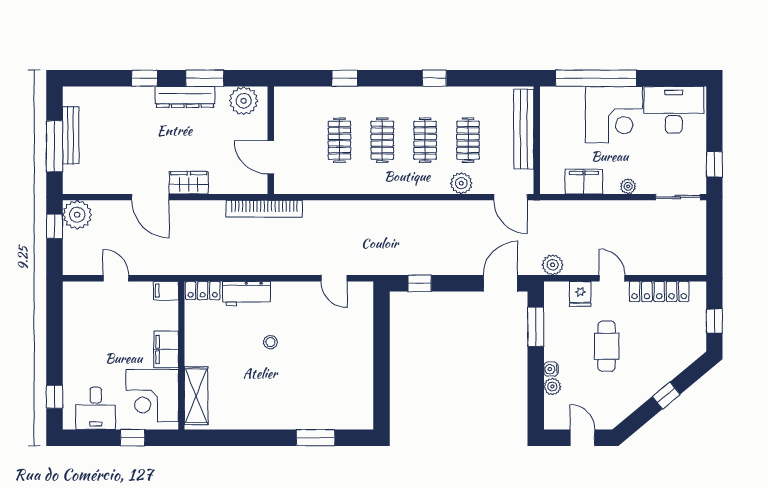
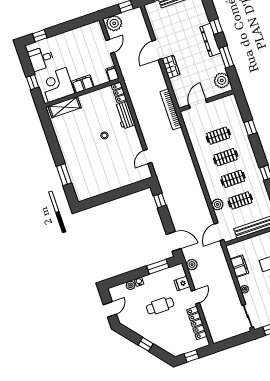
dresser: (185, 97) -> (210, 40), moved
plant: (77, 215) -> (114, 23), moved

